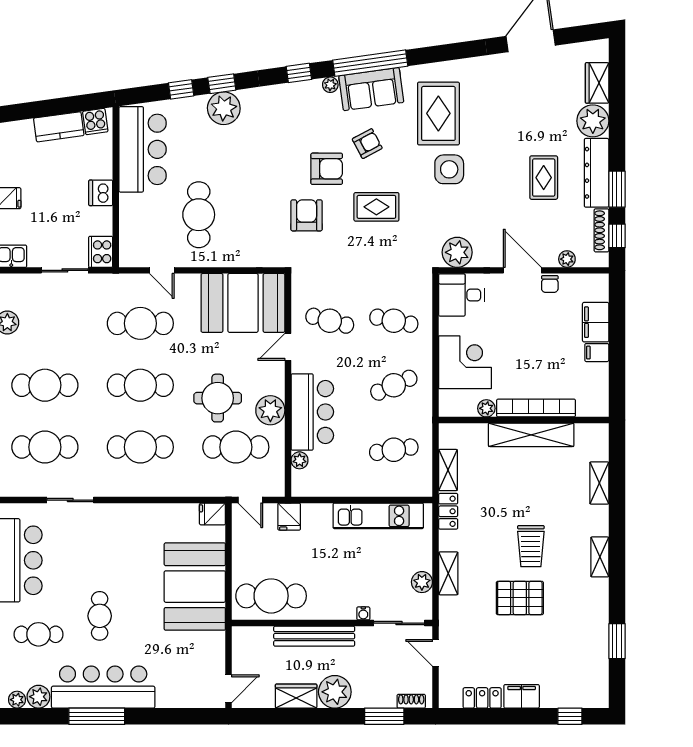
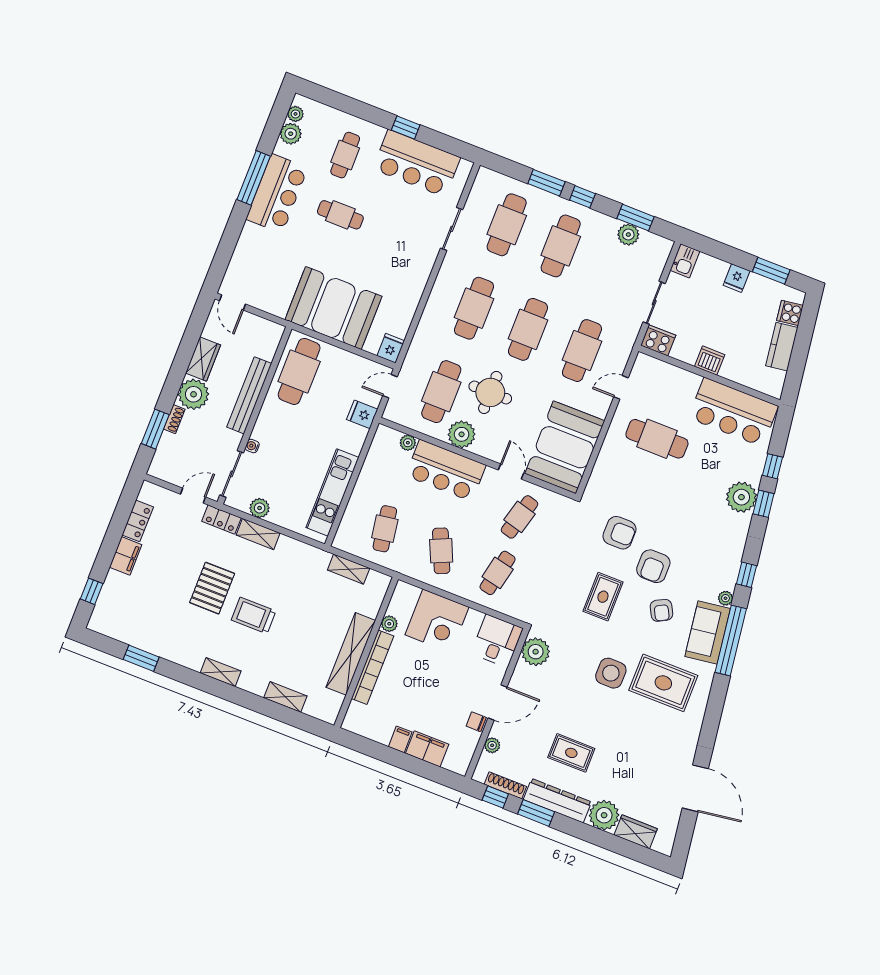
cooker: (95, 122) -> (790, 313), moved
locker: (448, 511) -> (221, 520), moved
bar counter: (103, 687) -> (277, 193), width x0.73
shoe rack: (411, 701) -> (174, 419), moved

